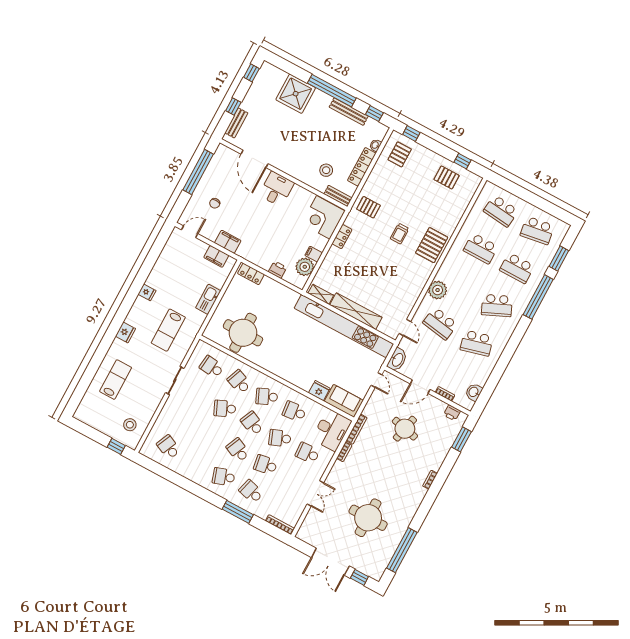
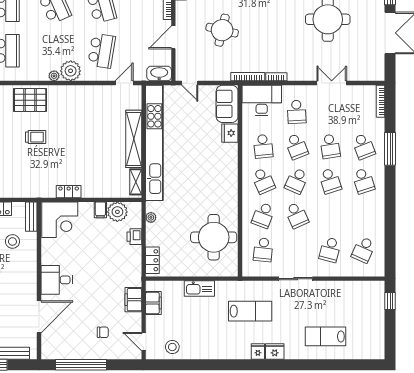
pallet: (368, 207) -> (26, 181), removed
plant: (441, 275) -> (54, 76), added
plant: (286, 291) -> (151, 217), added
fridge: (147, 292) -> (258, 351), moved
door: (377, 380) -> (190, 83), swing flipped
door: (420, 387) -> (173, 37), swing flipped
school desk: (183, 420) -> (330, 250), added
stool: (130, 425) -> (172, 347), moved
school desk: (238, 450) -> (330, 181), turned -42
school desk: (251, 492) -> (363, 146), turned -36

